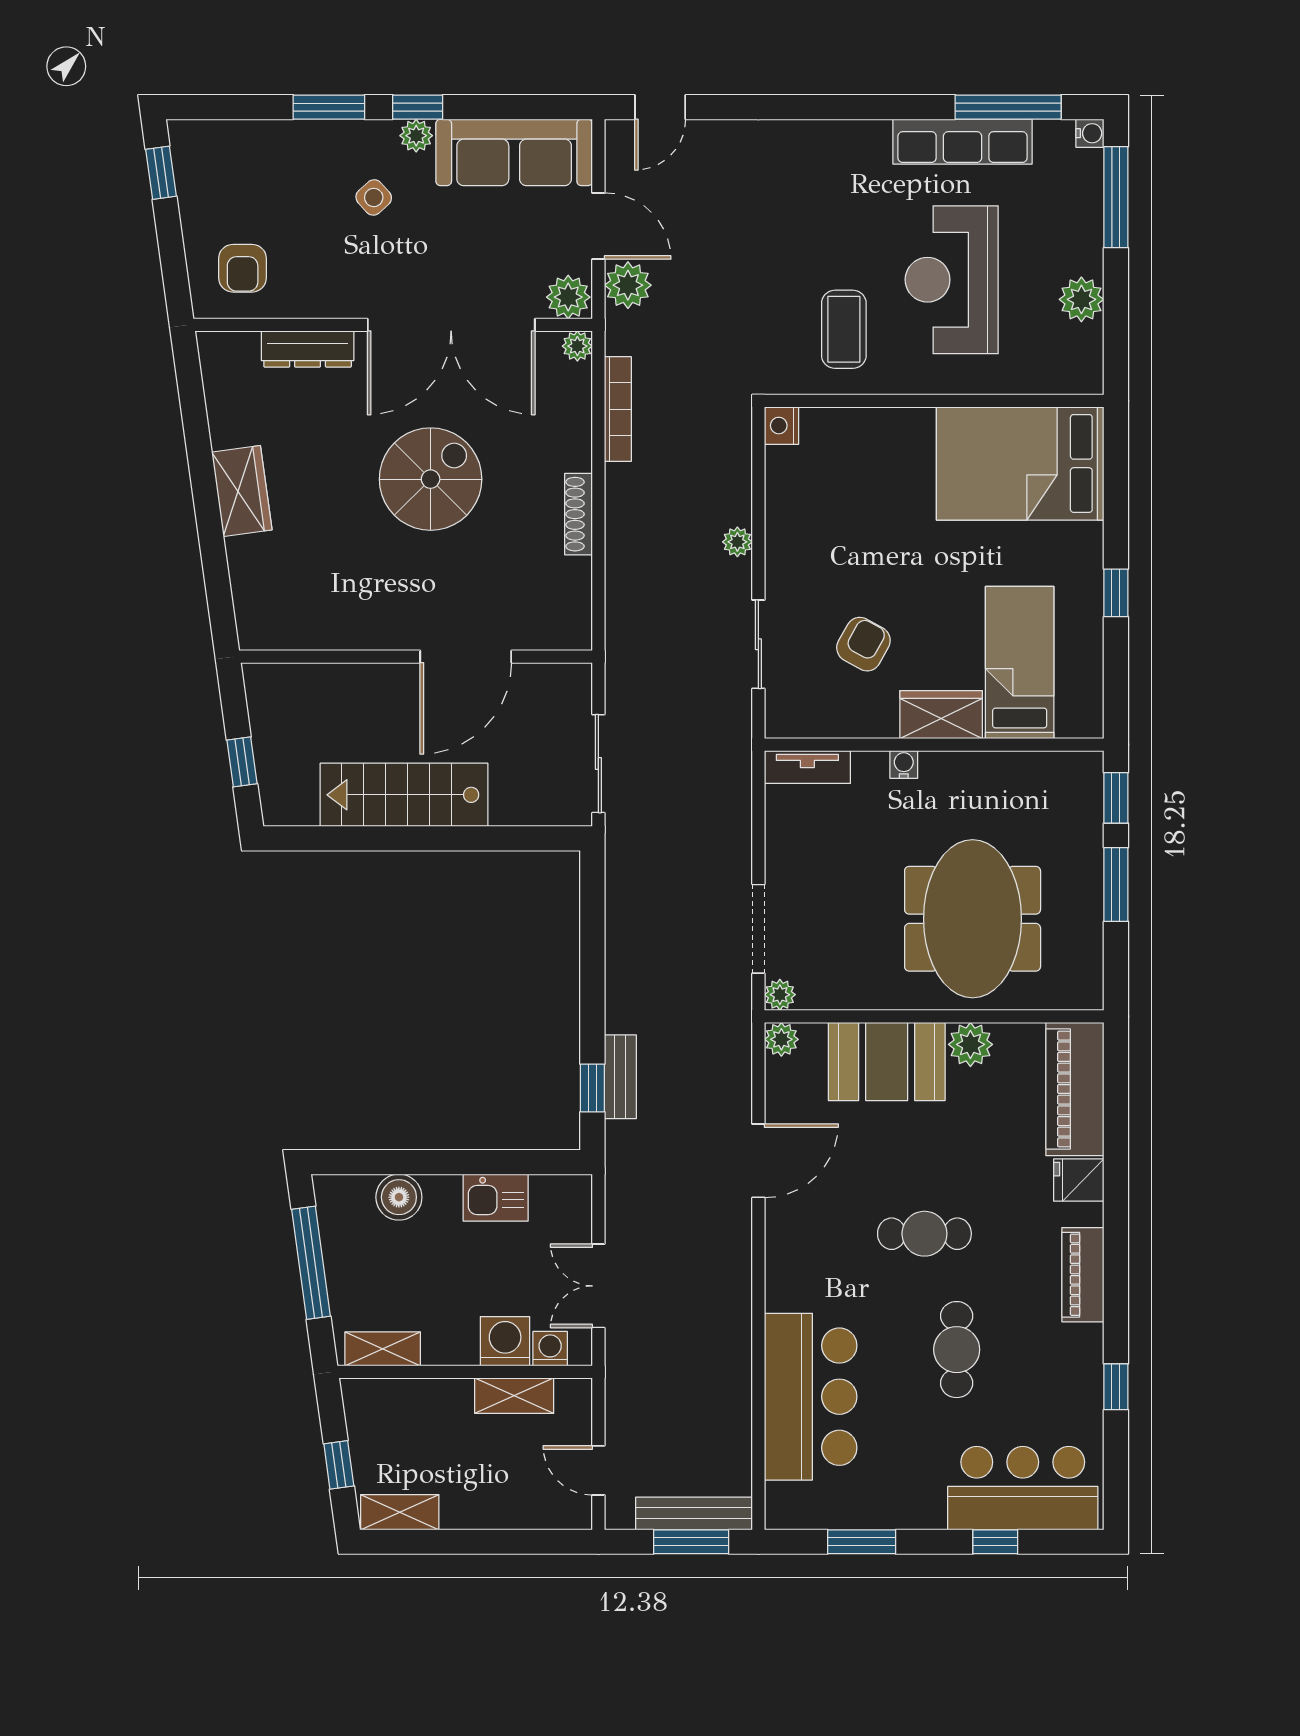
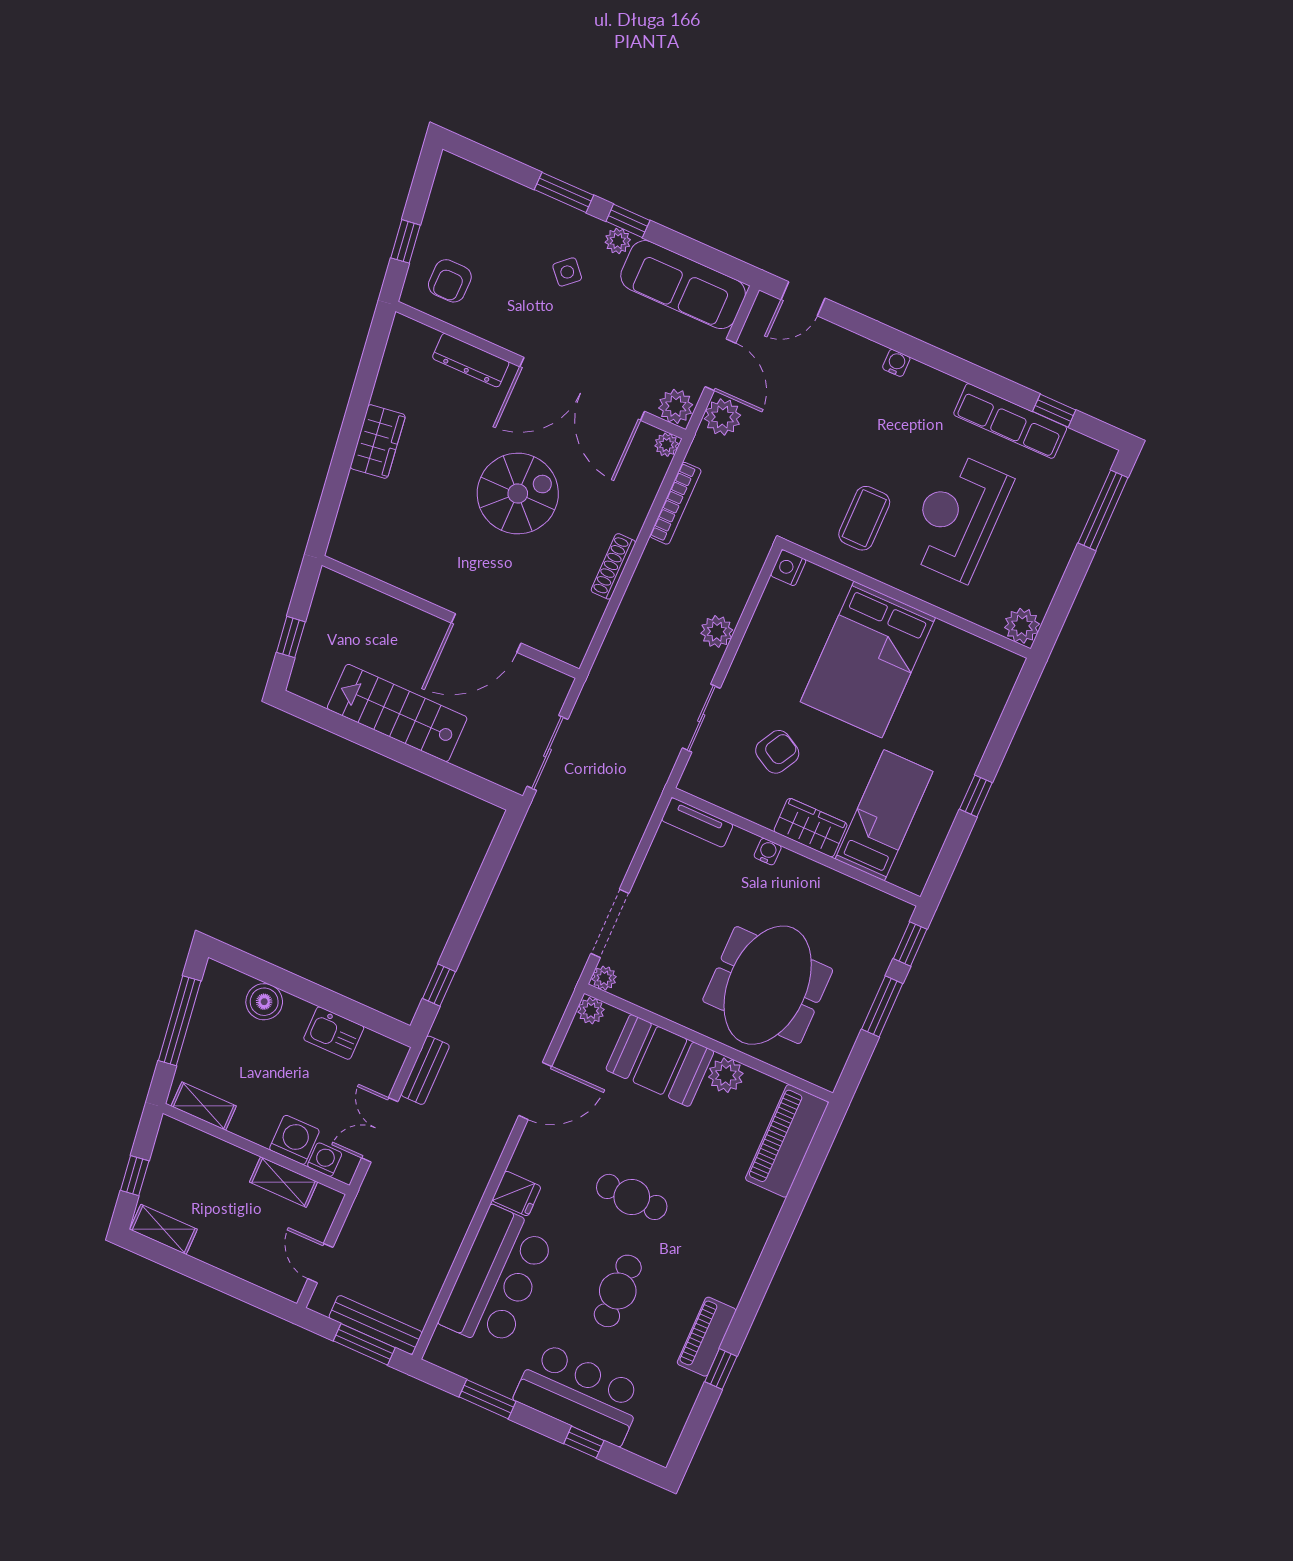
window: (1008, 107) -> (1054, 411), width x0.46
water cooler: (1090, 133) -> (896, 363), moved, turned -90
window: (161, 173) -> (406, 241), moved
plant: (1081, 299) -> (1022, 626), moved
bed: (1020, 463) -> (868, 659), moved, turned -90
plant: (737, 542) -> (717, 632), width x1.38, depth x1.38
bench: (620, 1077) -> (425, 1070), moved
fridge: (1079, 1180) -> (517, 1194), moved, turned 180
piano: (1083, 1275) -> (707, 1337), moved
bar counter: (1023, 1488) -> (580, 1394), moved

